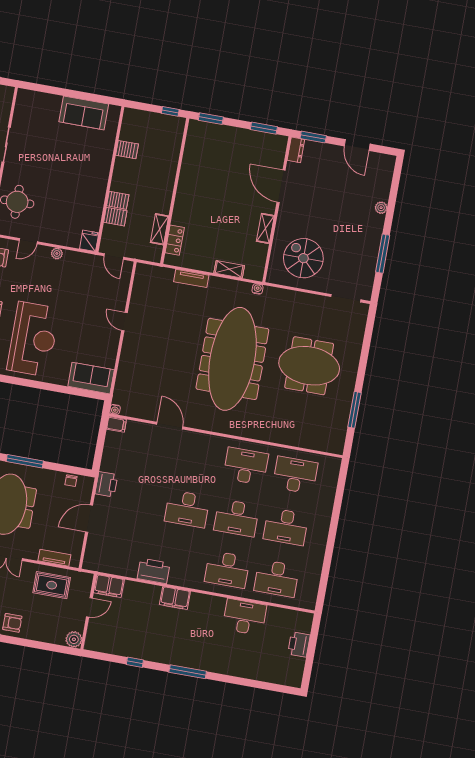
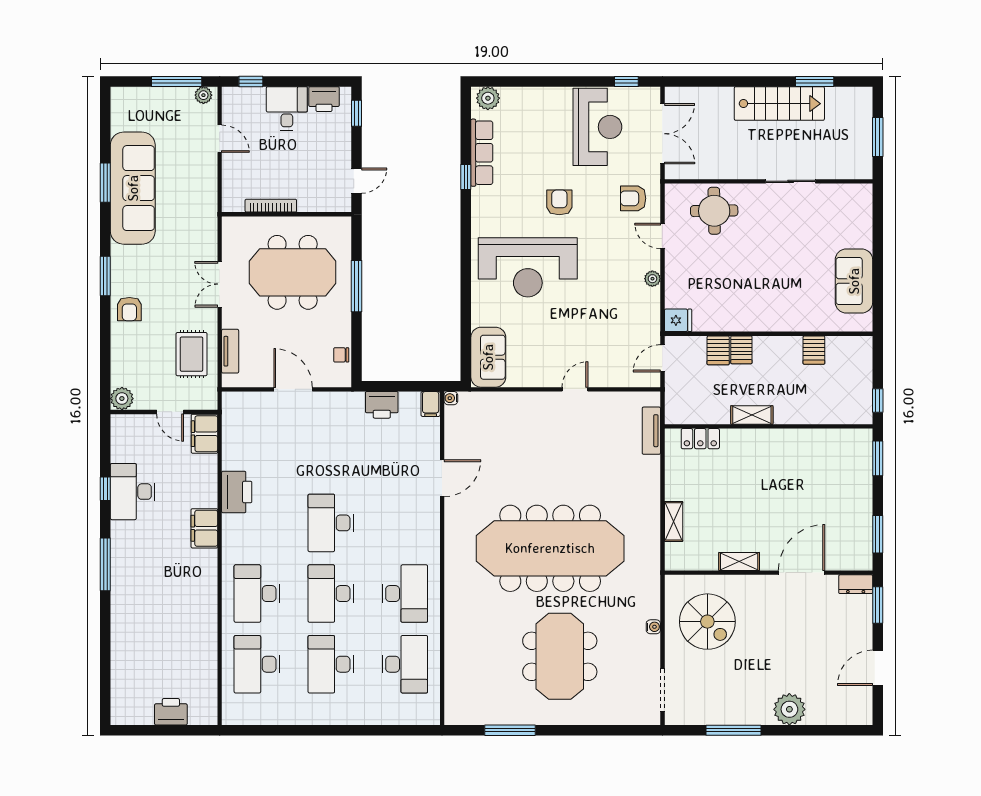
plant: (381, 208) -> (789, 709), width x1.88, depth x1.88
shelving: (160, 229) -> (752, 415), moved
spiral stairs: (303, 258) -> (707, 622), turned 90
tv unit: (191, 278) -> (651, 431), moved
water cooler: (258, 289) -> (653, 627), moved
printer: (106, 484) -> (382, 405), moved
desk: (245, 617) -> (133, 492), moved, turned 180

